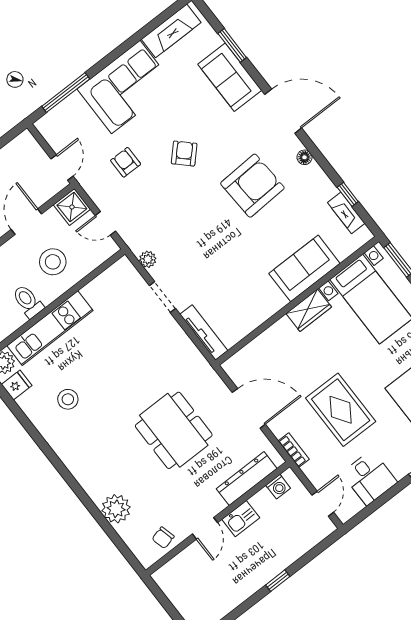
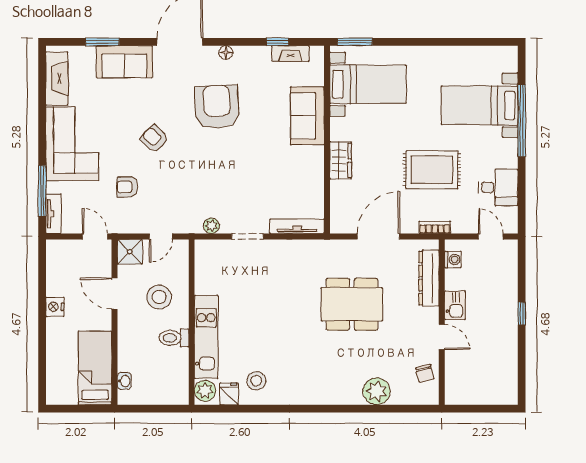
tv unit: (54, 117) -> (53, 214), added
wardrobe: (309, 310) -> (341, 160), moved
stool: (68, 399) -> (256, 381), moved

